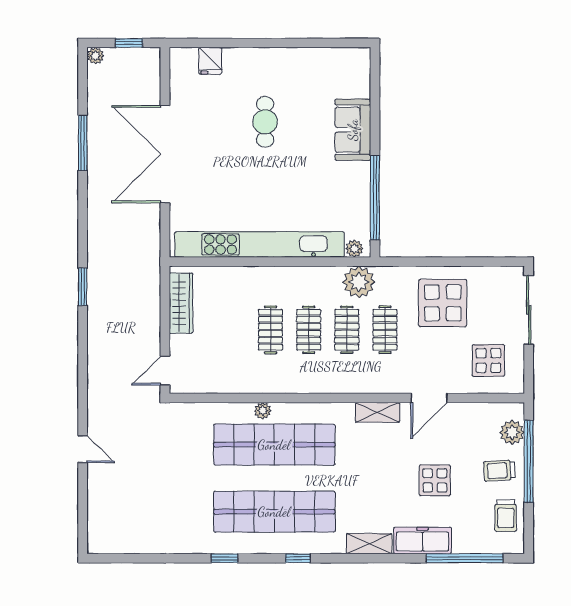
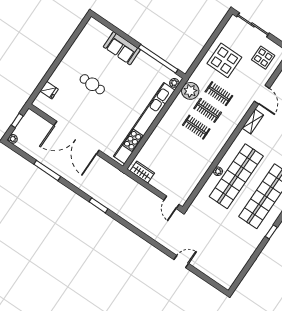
window: (83, 287) -> (99, 205), moved
wardrobe: (181, 303) -> (142, 172), width x0.67
clothes rail: (270, 330) -> (185, 144), removed

